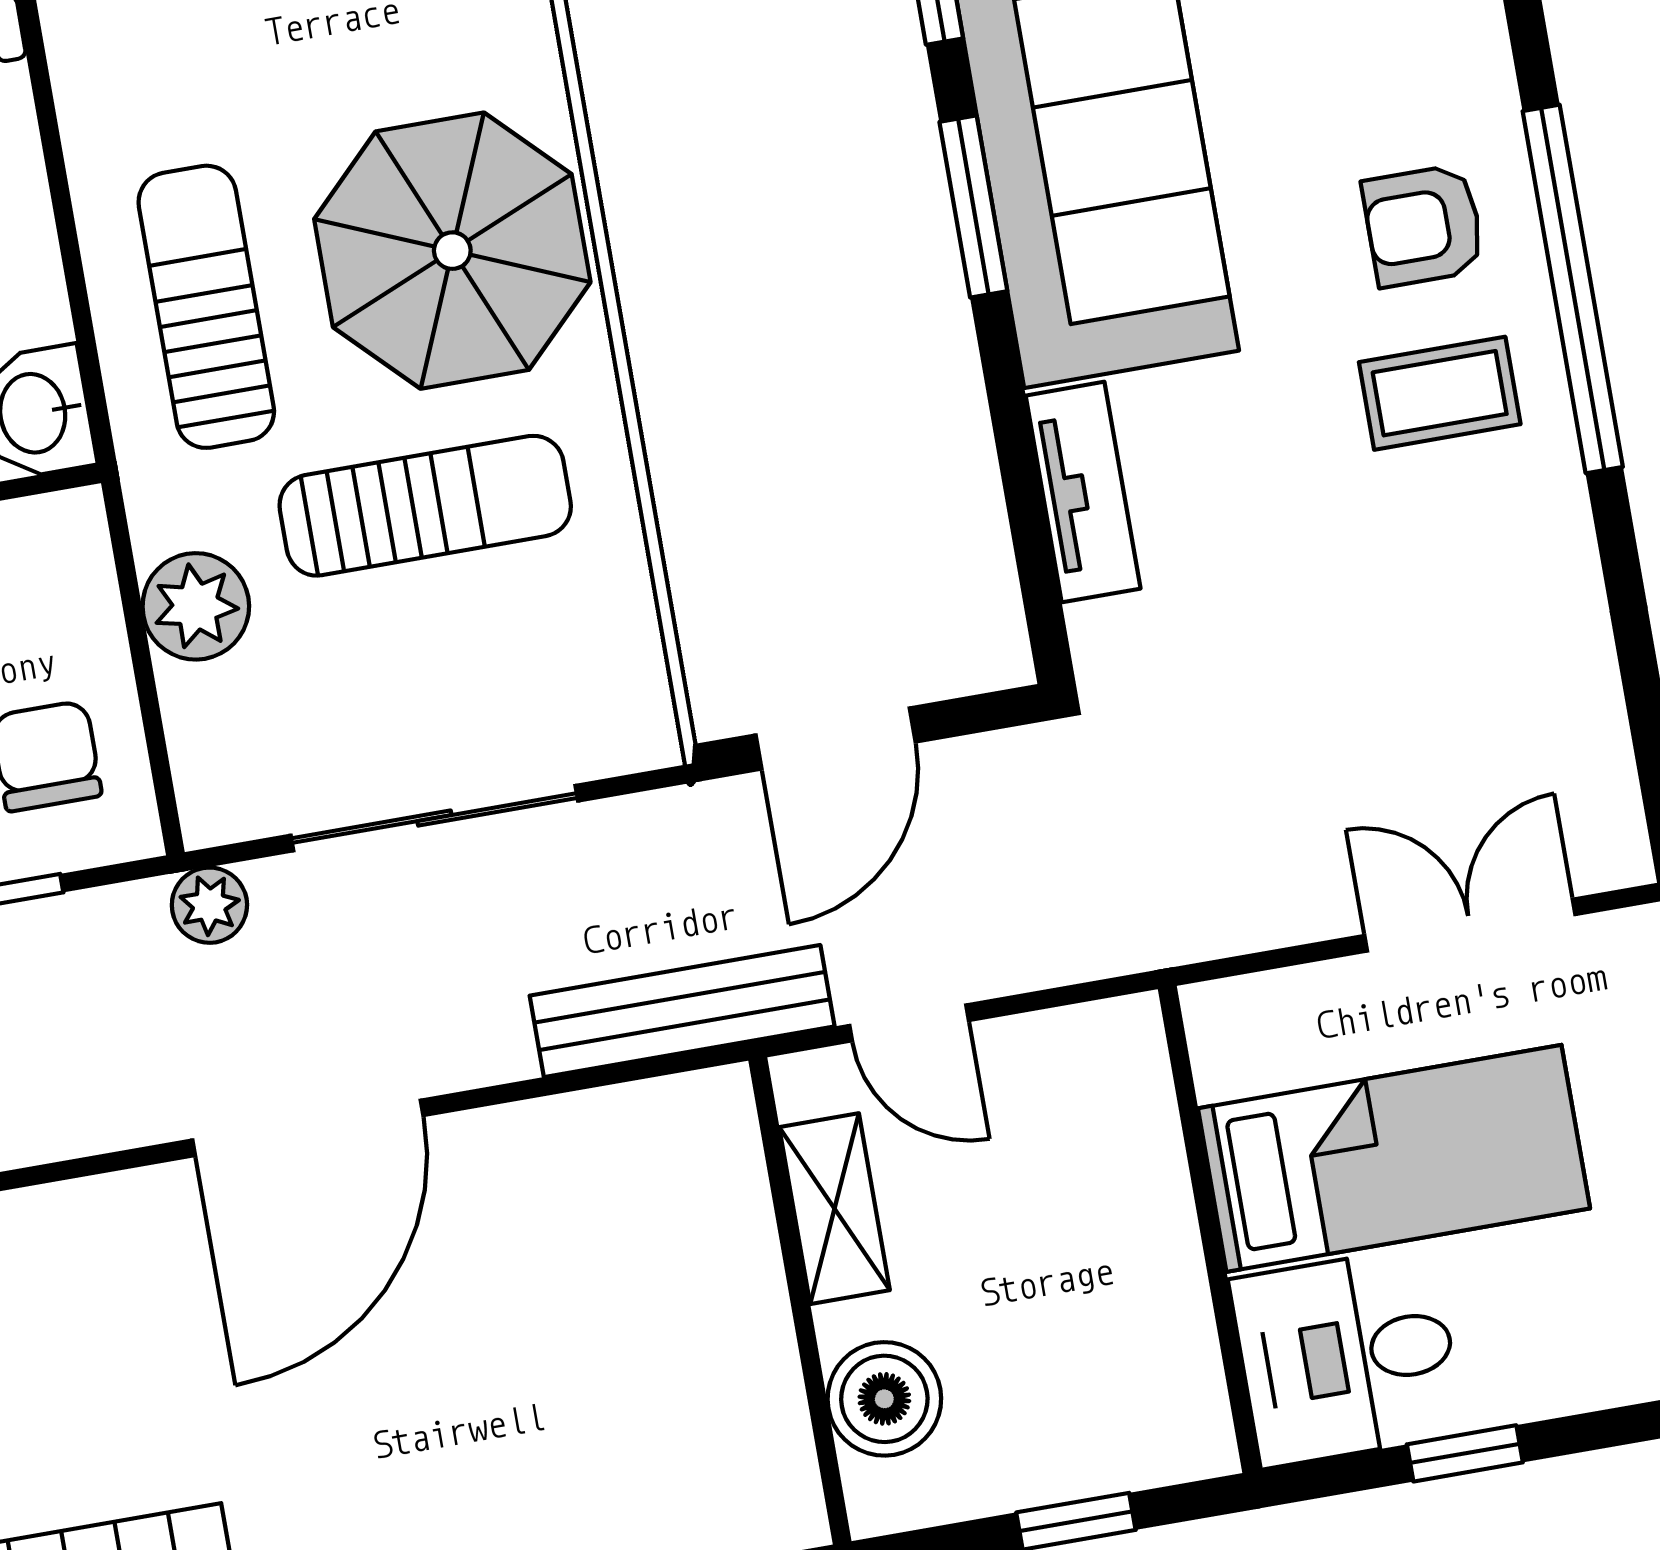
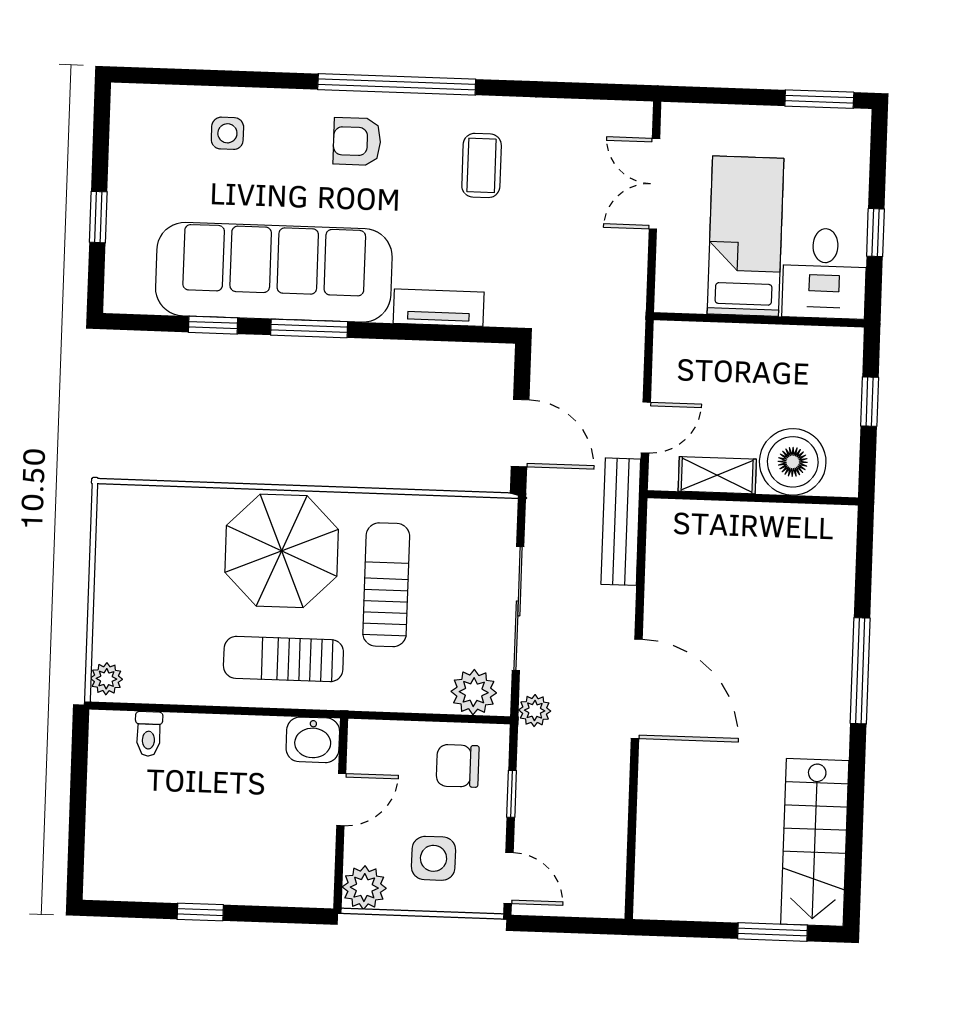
armchair: (1423, 226) -> (357, 141), turned 90
coffee table: (1440, 393) -> (482, 165), moved
plant: (196, 606) -> (474, 692), moved
boiler: (884, 1399) -> (793, 462), width x1.37, depth x1.37

